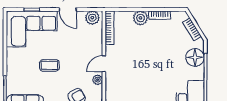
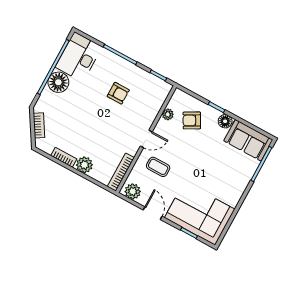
floor lamp: (195, 57) -> (58, 82), moved
coffee table: (49, 65) -> (158, 167), moved
plant: (98, 80) -> (168, 114), moved
armchair: (145, 87) -> (118, 93), added

